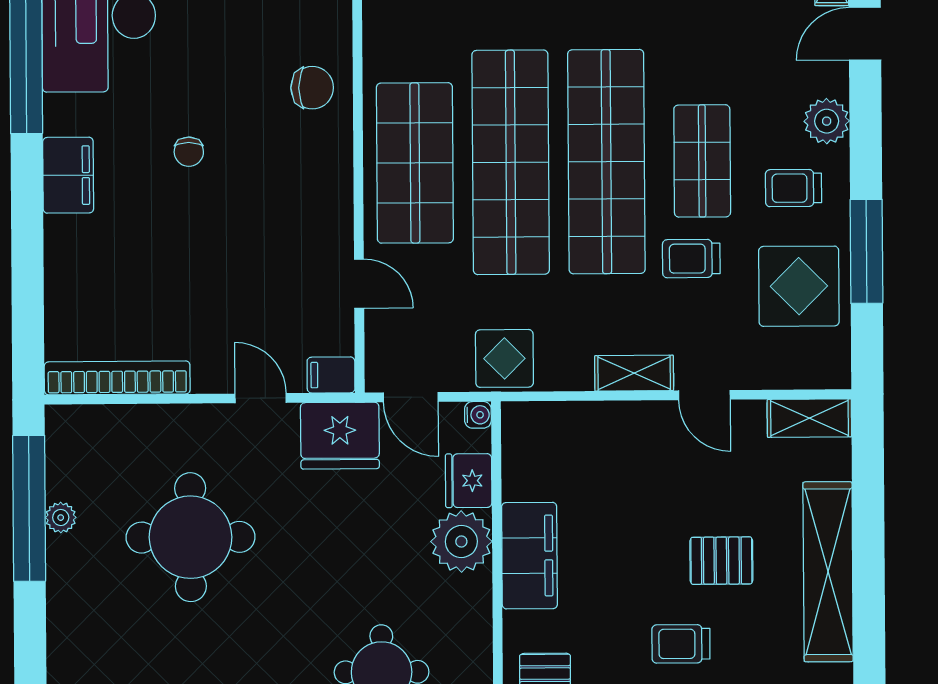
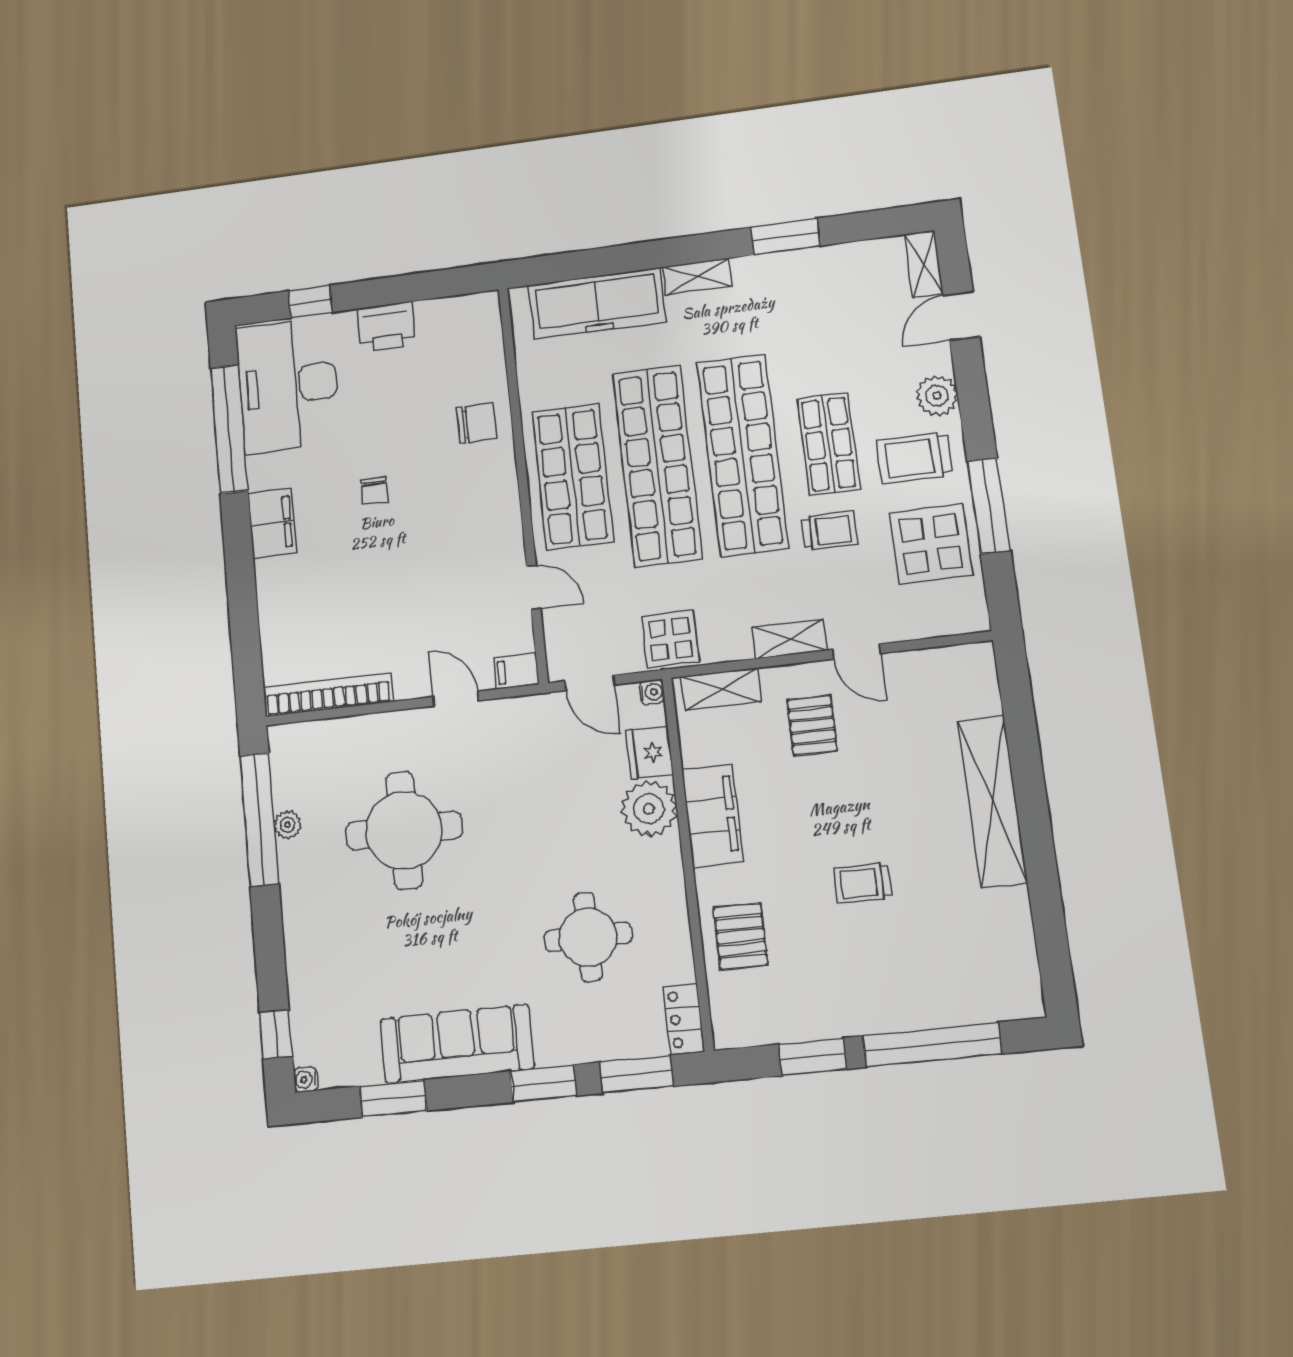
trolley: (793, 188) -> (915, 458), width x1.36, depth x1.39
trolley: (691, 259) -> (829, 531), turned 180
shelving: (809, 418) -> (721, 689), moved
fridge: (340, 436) -> (529, 724), removed
pallet: (721, 561) -> (812, 725), moved, turned 90

